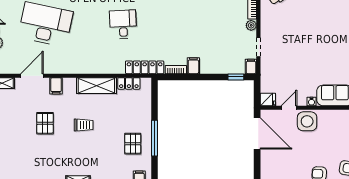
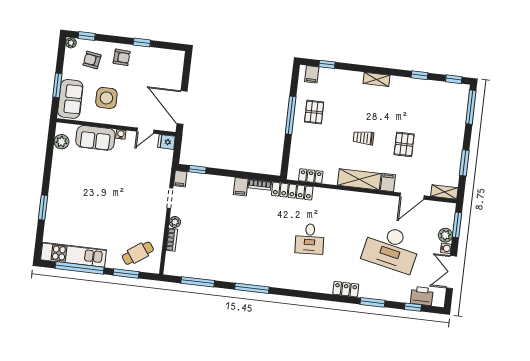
shelving: (96, 86) -> (359, 179), moved
side table: (307, 121) -> (106, 98), moved

